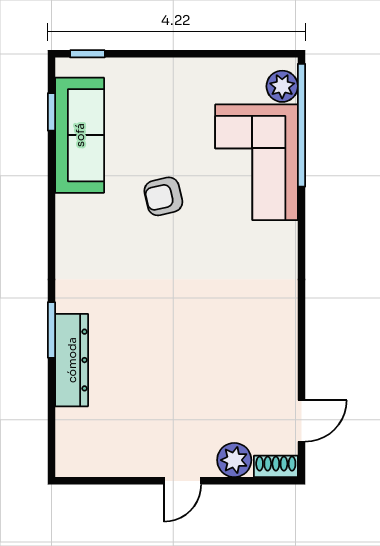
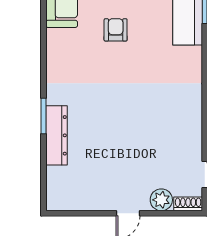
armchair: (163, 196) -> (116, 30), turned 103

